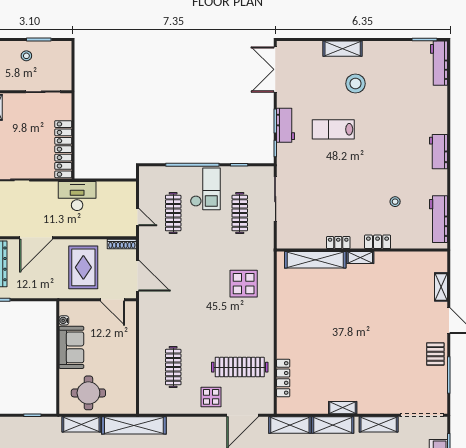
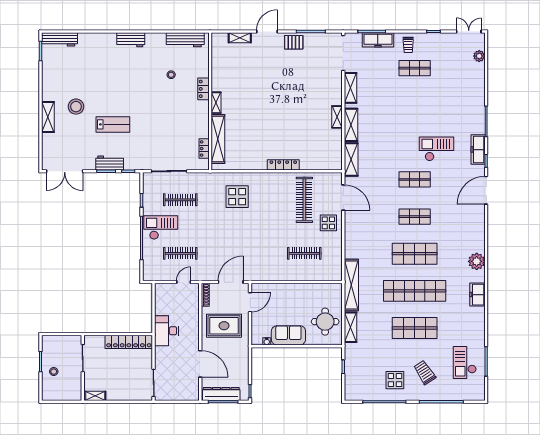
lab bench: (333, 129) -> (113, 124), turned -90
locker: (338, 243) -> (204, 149), moved
locker: (283, 378) -> (283, 165), moved

